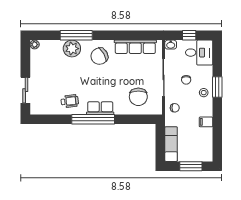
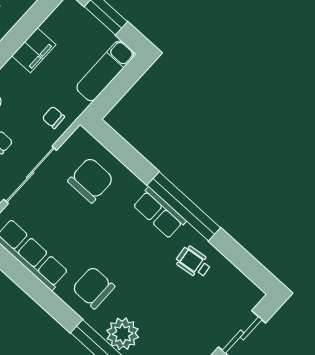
chair: (99, 56) -> (94, 288), turned -150
filing cabinet: (206, 122) -> (34, 50), width x2.00

